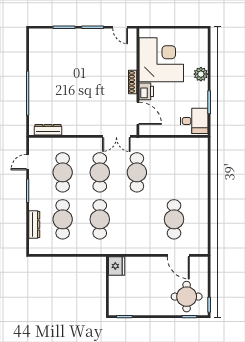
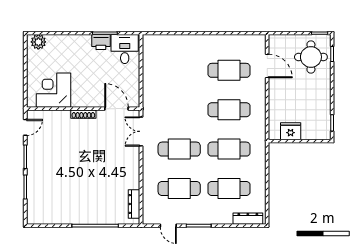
corner desk: (161, 60) -> (53, 90), width x0.74, depth x0.74
plant: (201, 74) -> (38, 42), moved
printer: (146, 91) -> (101, 42), moved, turned 180
door: (138, 113) -> (117, 109), hinge flipped
double door: (116, 136) -> (141, 131), swing flipped
cafe table: (137, 172) -> (229, 110), moved
dresser: (34, 225) -> (248, 219), moved
door: (178, 255) -> (267, 66), hinge flipped
fridge: (117, 266) -> (291, 131), moved

